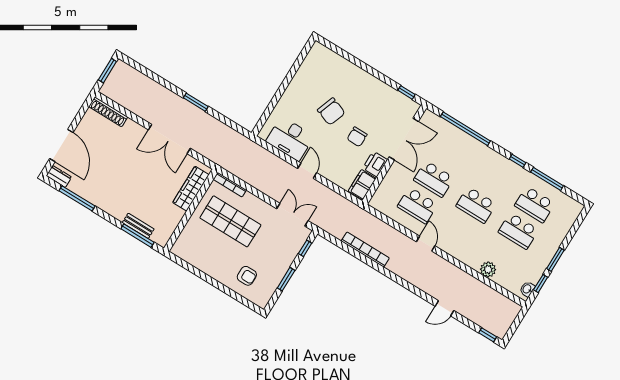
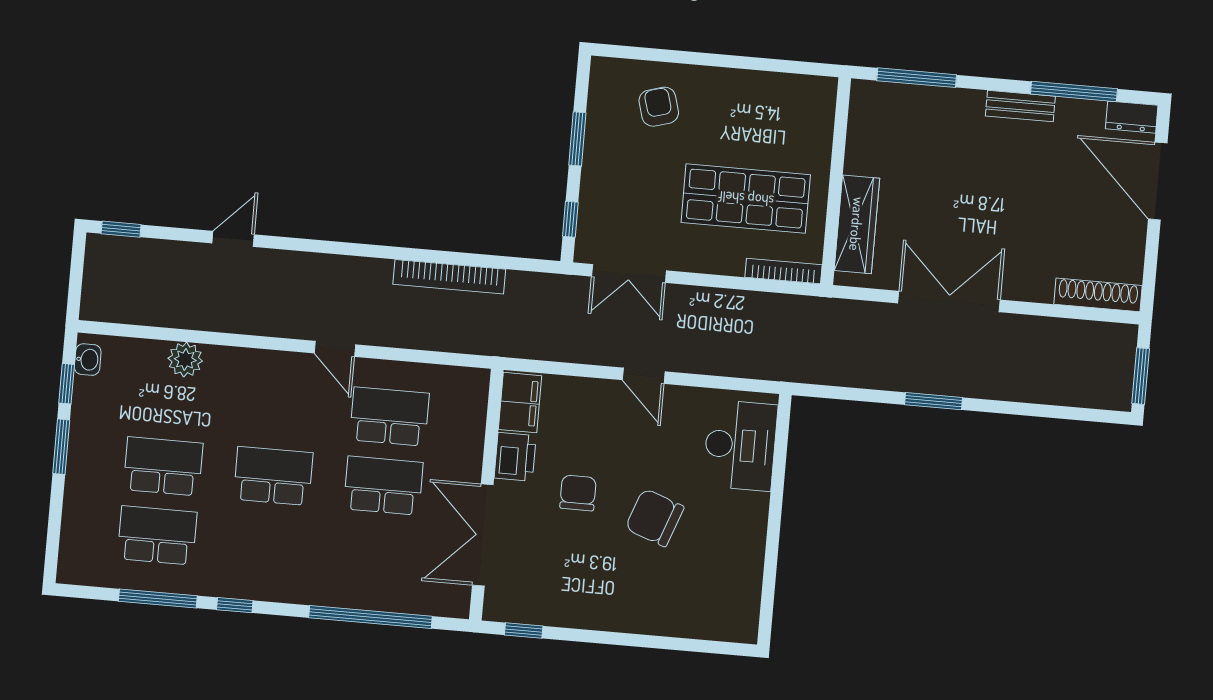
desk: (290, 139) -> (740, 445), moved, turned 90
bench: (138, 226) -> (1020, 106), moved
armchair: (247, 276) -> (659, 107), turned 74

